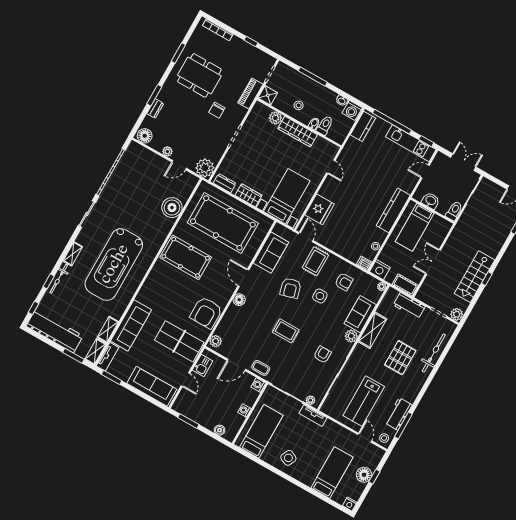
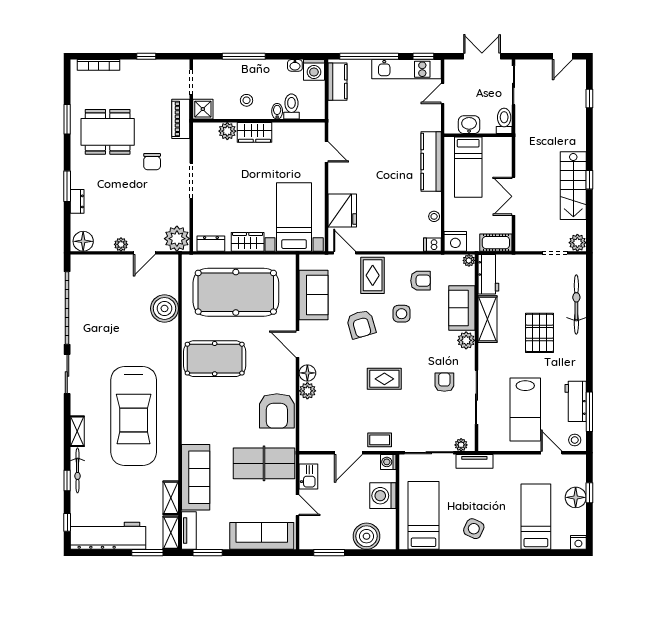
wardrobe: (298, 132) -> (254, 132), width x0.67
workbench: (409, 306) -> (488, 274), moved, turned -90
plant: (216, 341) -> (307, 391), moved
washing machine: (244, 410) -> (383, 496), width x1.89, depth x1.89
boiler: (220, 430) -> (367, 536), width x1.86, depth x1.86

